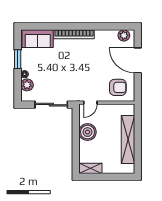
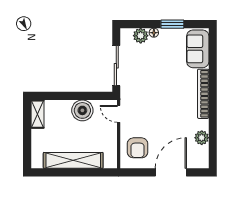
plant: (124, 35) -> (202, 138), moved

